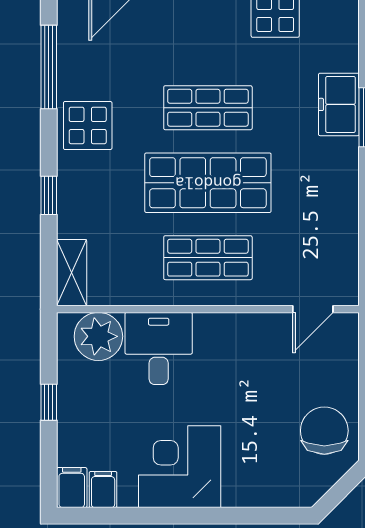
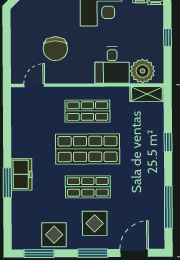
freezer: (339, 104) -> (22, 174), moved
display table: (88, 125) -> (95, 223), moved
shelving: (72, 273) -> (147, 94), moved, turned 90
chair: (324, 431) -> (55, 49), moved

